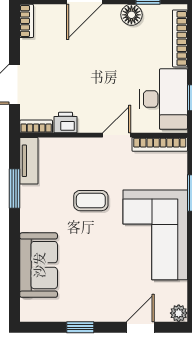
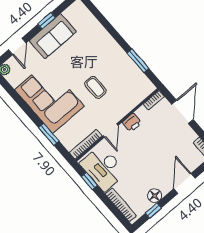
printer: (66, 123) -> (132, 123), moved
tv unit: (29, 161) -> (143, 80), removed
coffee table: (91, 201) -> (95, 87), turned 90
sofa: (39, 265) -> (53, 36), moved, turned -90

